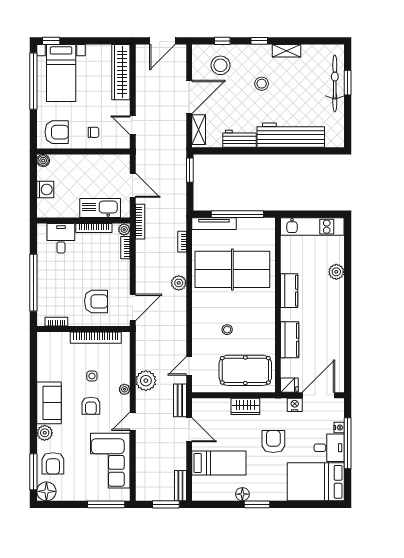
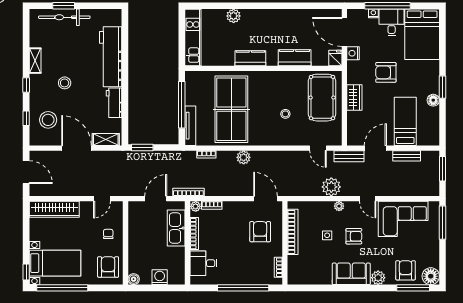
armchair: (53, 463) -> (406, 270), turned -90
bench: (180, 486) -> (407, 156), moved

